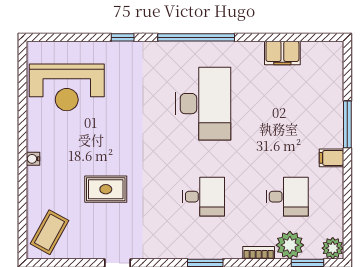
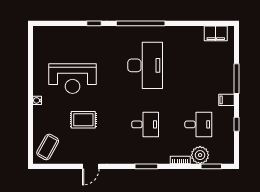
filing cabinet: (282, 53) -> (216, 33), moved
reception desk: (67, 87) -> (73, 79), moved
window: (347, 197) -> (237, 124), added
plant: (333, 248) -> (227, 157), removed

